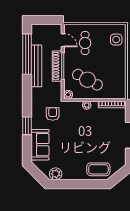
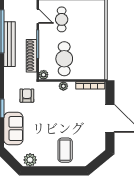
side table: (116, 40) -> (95, 16), removed
shoe rack: (57, 66) -> (32, 56), moved
cafe table: (87, 80) -> (64, 59), turned 62
coffee table: (98, 169) -> (65, 150), moved, turned 90

